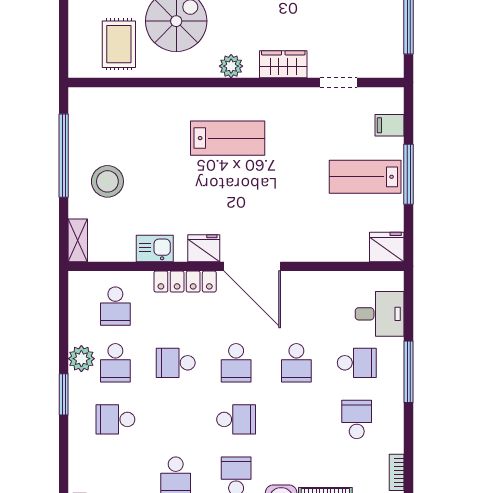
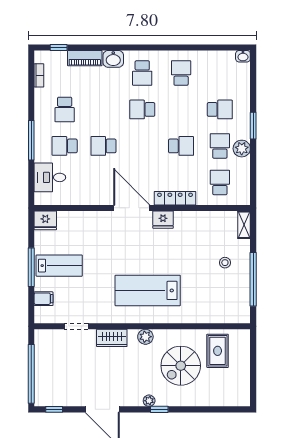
lab bench: (228, 138) -> (148, 290), width x1.36, depth x1.39
stool: (107, 181) -> (225, 263), width x0.53, depth x0.53
kitchen sink: (155, 248) -> (195, 219), removed
school desk: (236, 363) -> (142, 146), removed
school desk: (296, 363) -> (103, 146), turned -90

